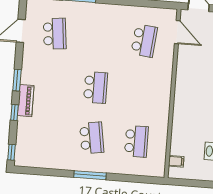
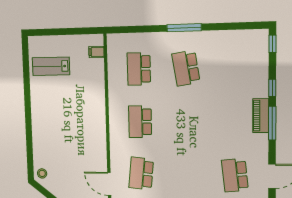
window: (17, 80) -> (272, 123), width x1.44
school desk: (96, 87) -> (140, 122), moved
piano: (26, 101) -> (261, 116), moved

